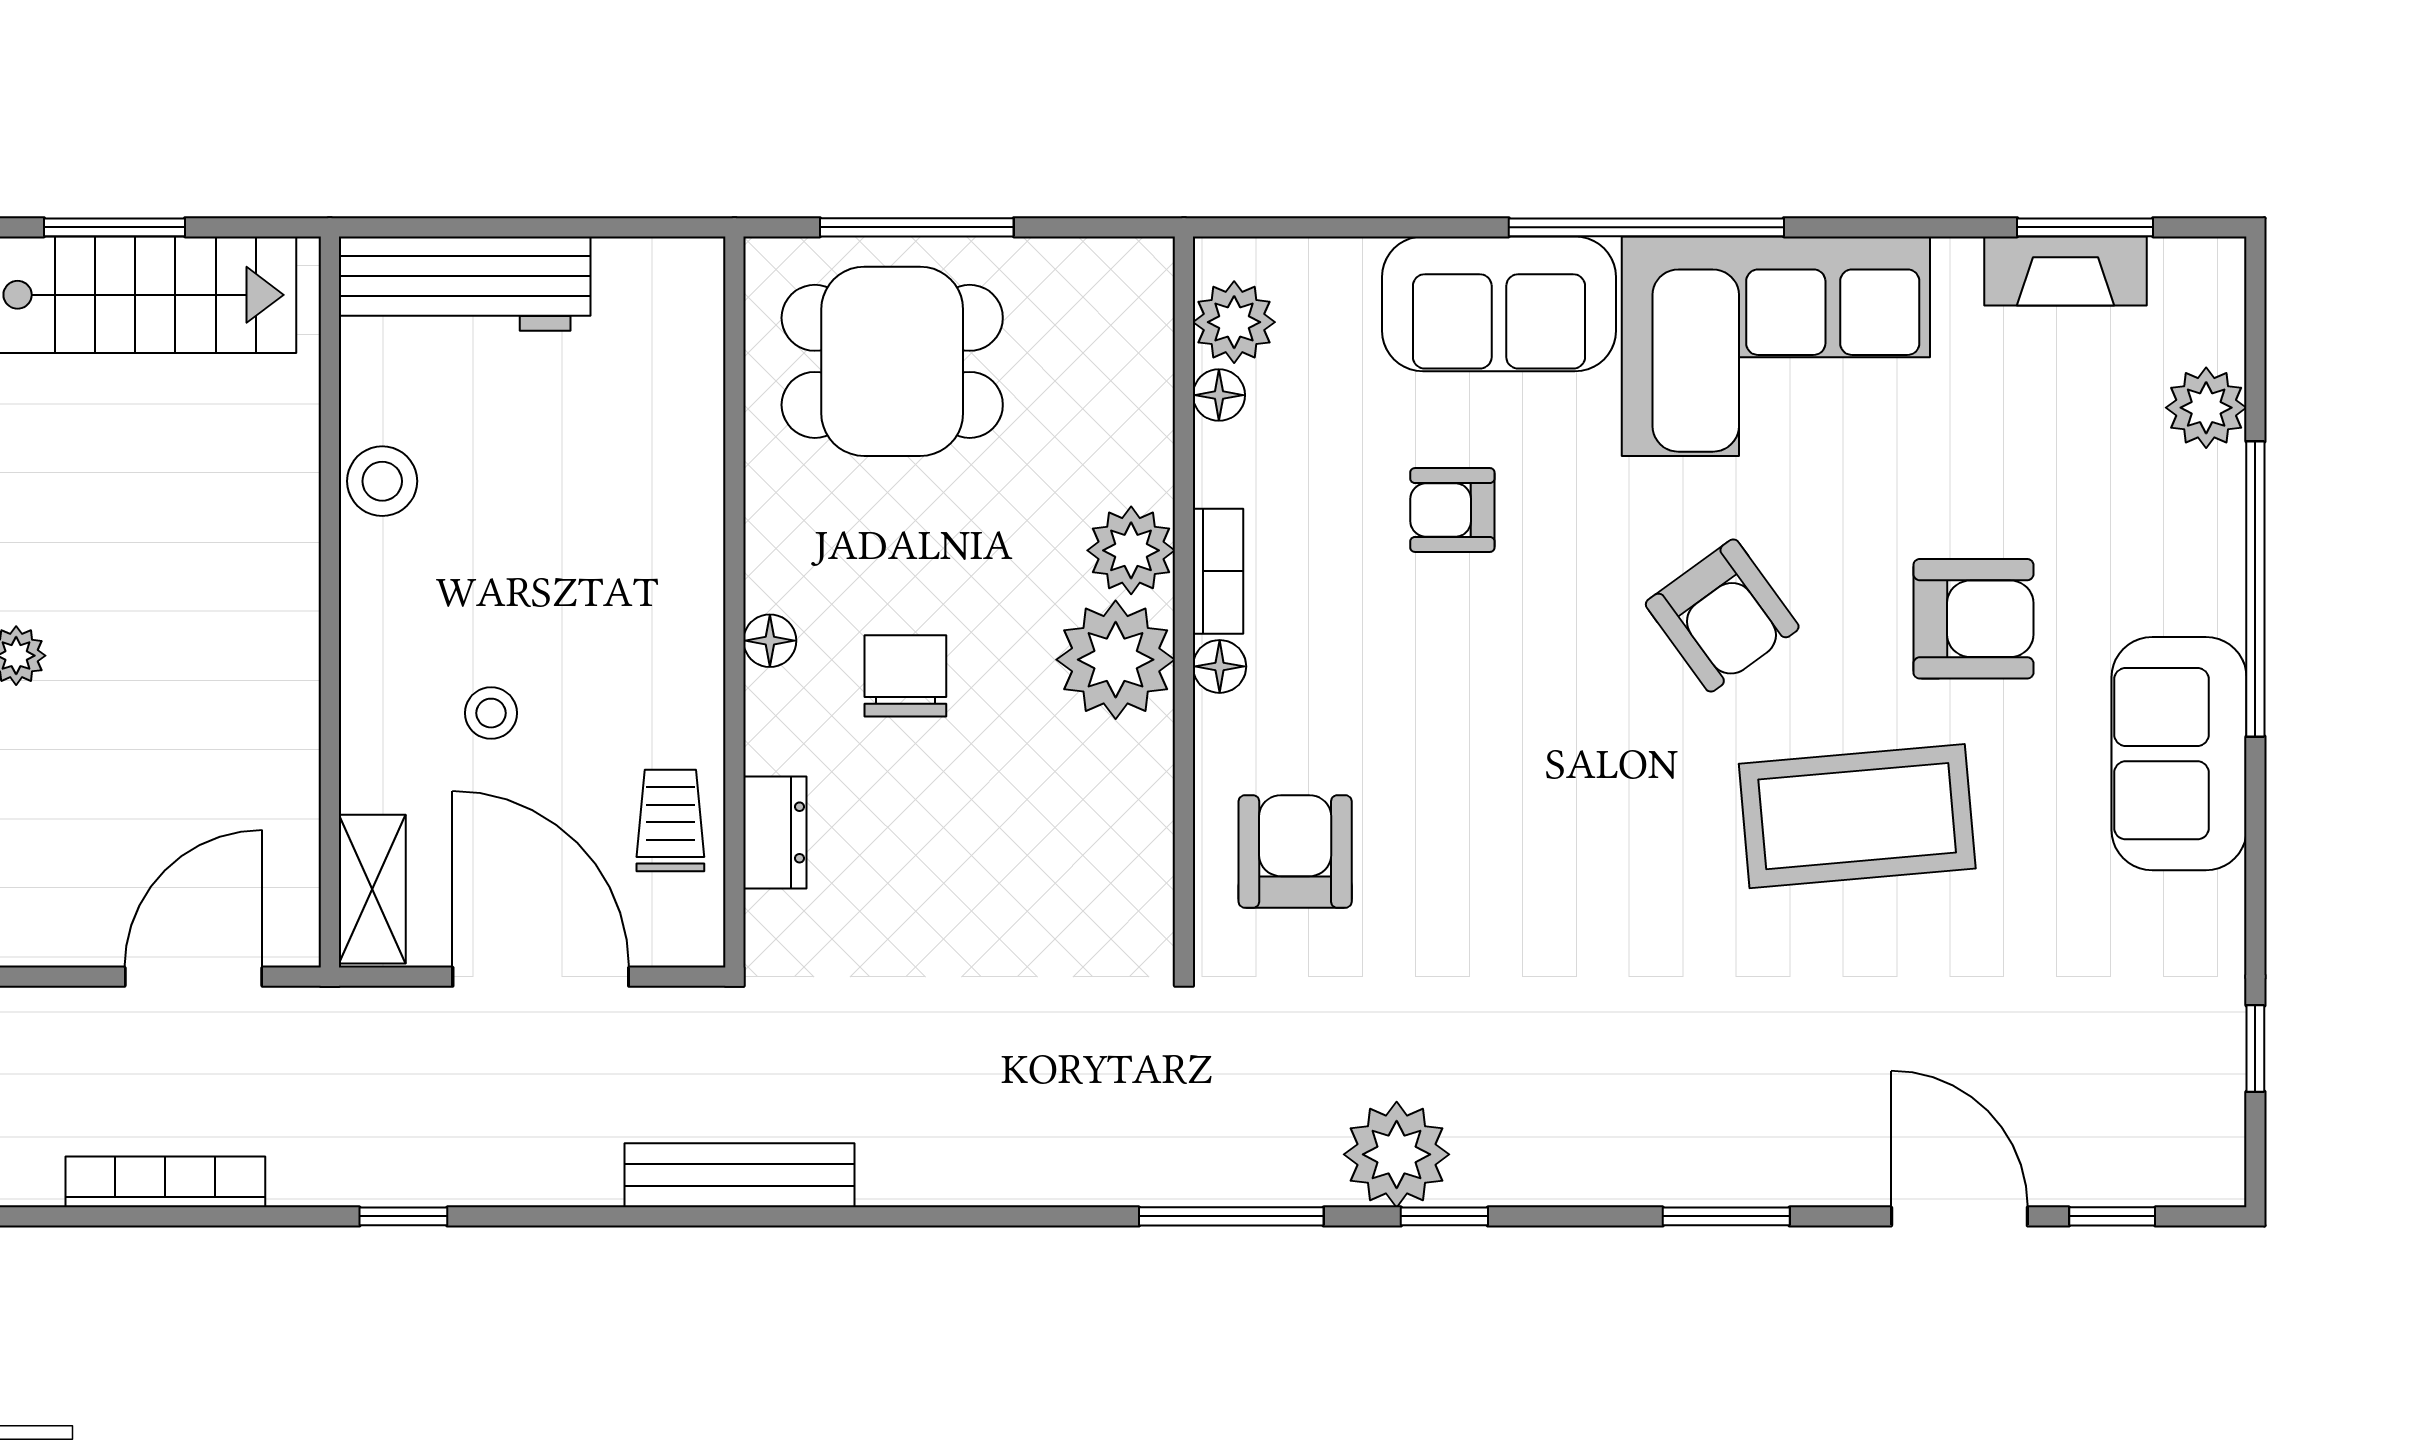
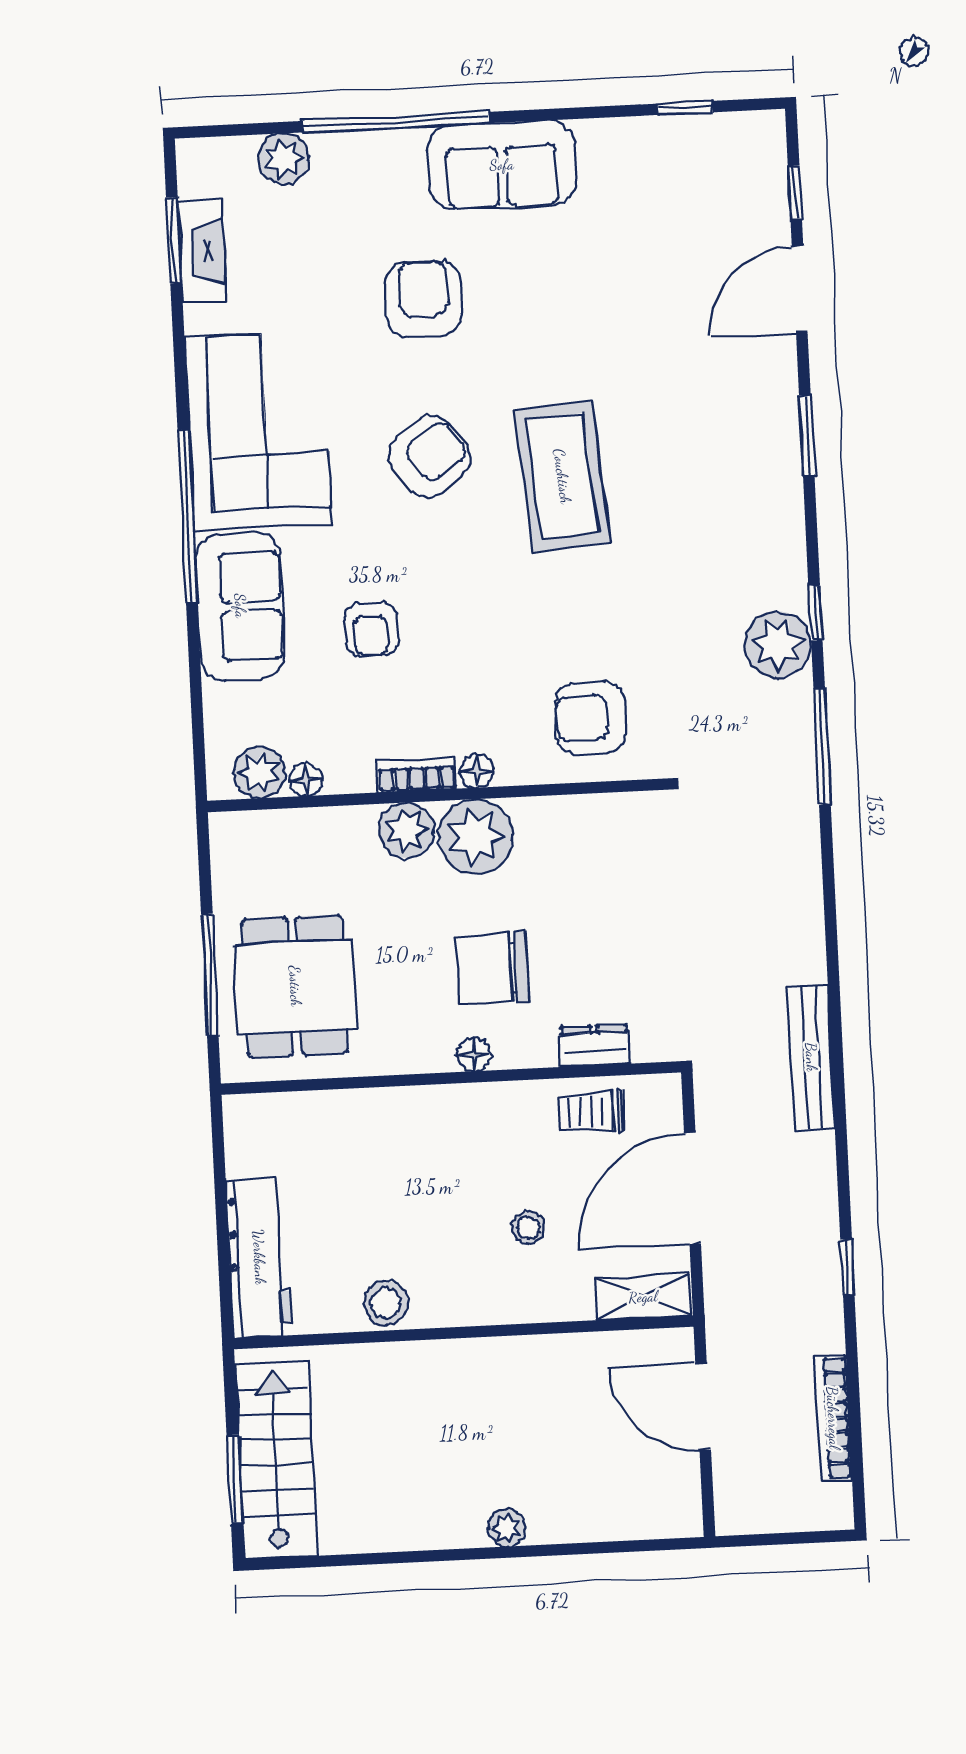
chair: (905, 676) -> (492, 968), width x1.37, depth x1.37
coffee table: (1857, 816) -> (562, 476), moved

